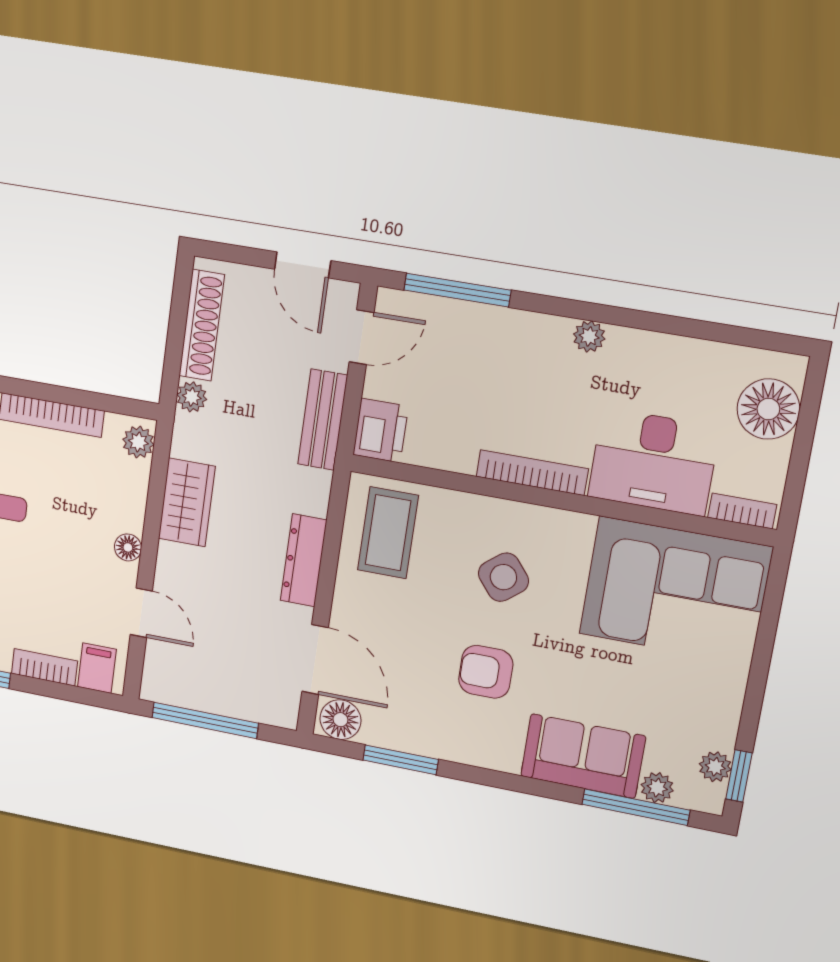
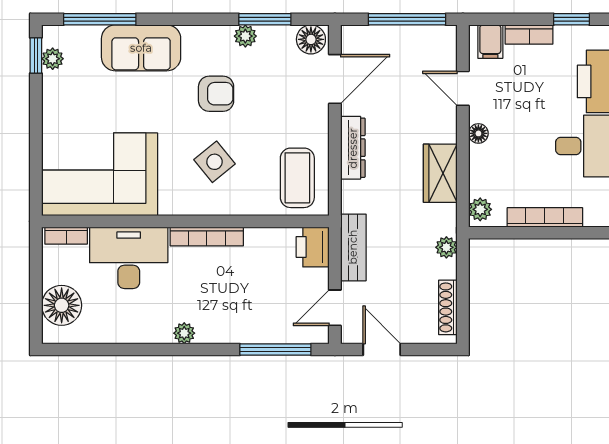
shoe rack: (202, 325) -> (448, 307), width x0.74, depth x0.81
door: (315, 660) -> (335, 79), swing flipped
plant: (657, 788) -> (245, 36), moved

